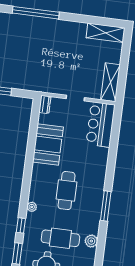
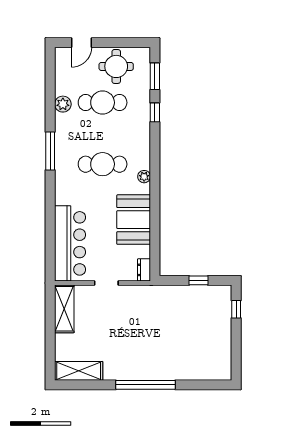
window: (36, 13) -> (145, 385), moved
bar counter: (101, 125) -> (70, 243), width x1.36
cafe table: (67, 191) -> (103, 164), turned 90
plant: (32, 207) -> (144, 177), moved

